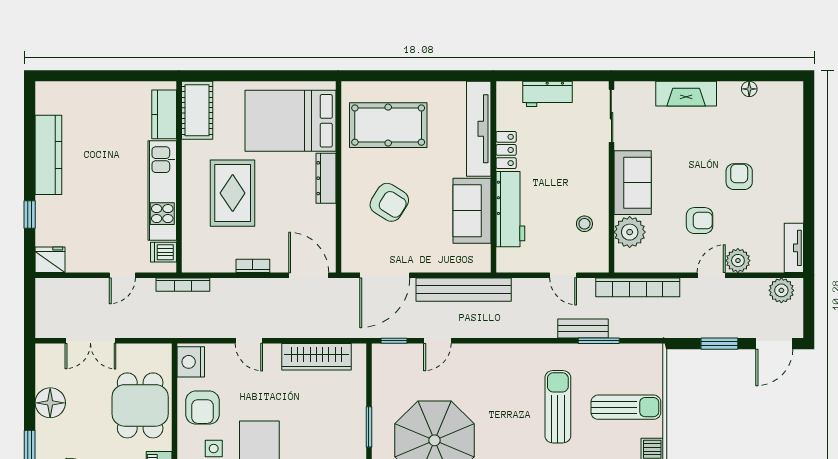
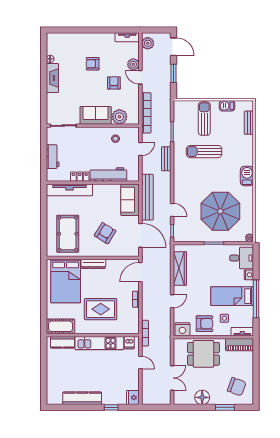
fireplace: (686, 94) -> (52, 78), moved
sofa: (472, 211) -> (130, 200), moved, turned 90
bench: (583, 329) -> (166, 159), moved

